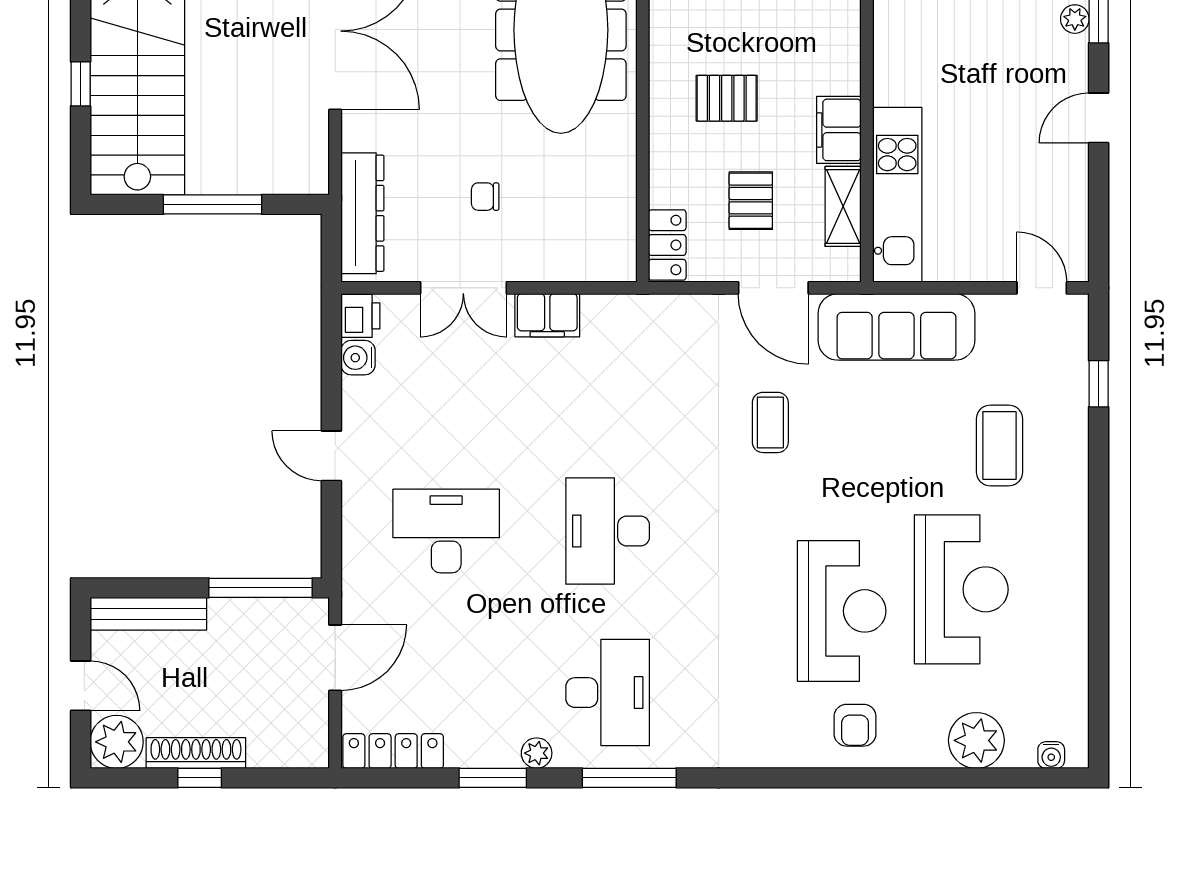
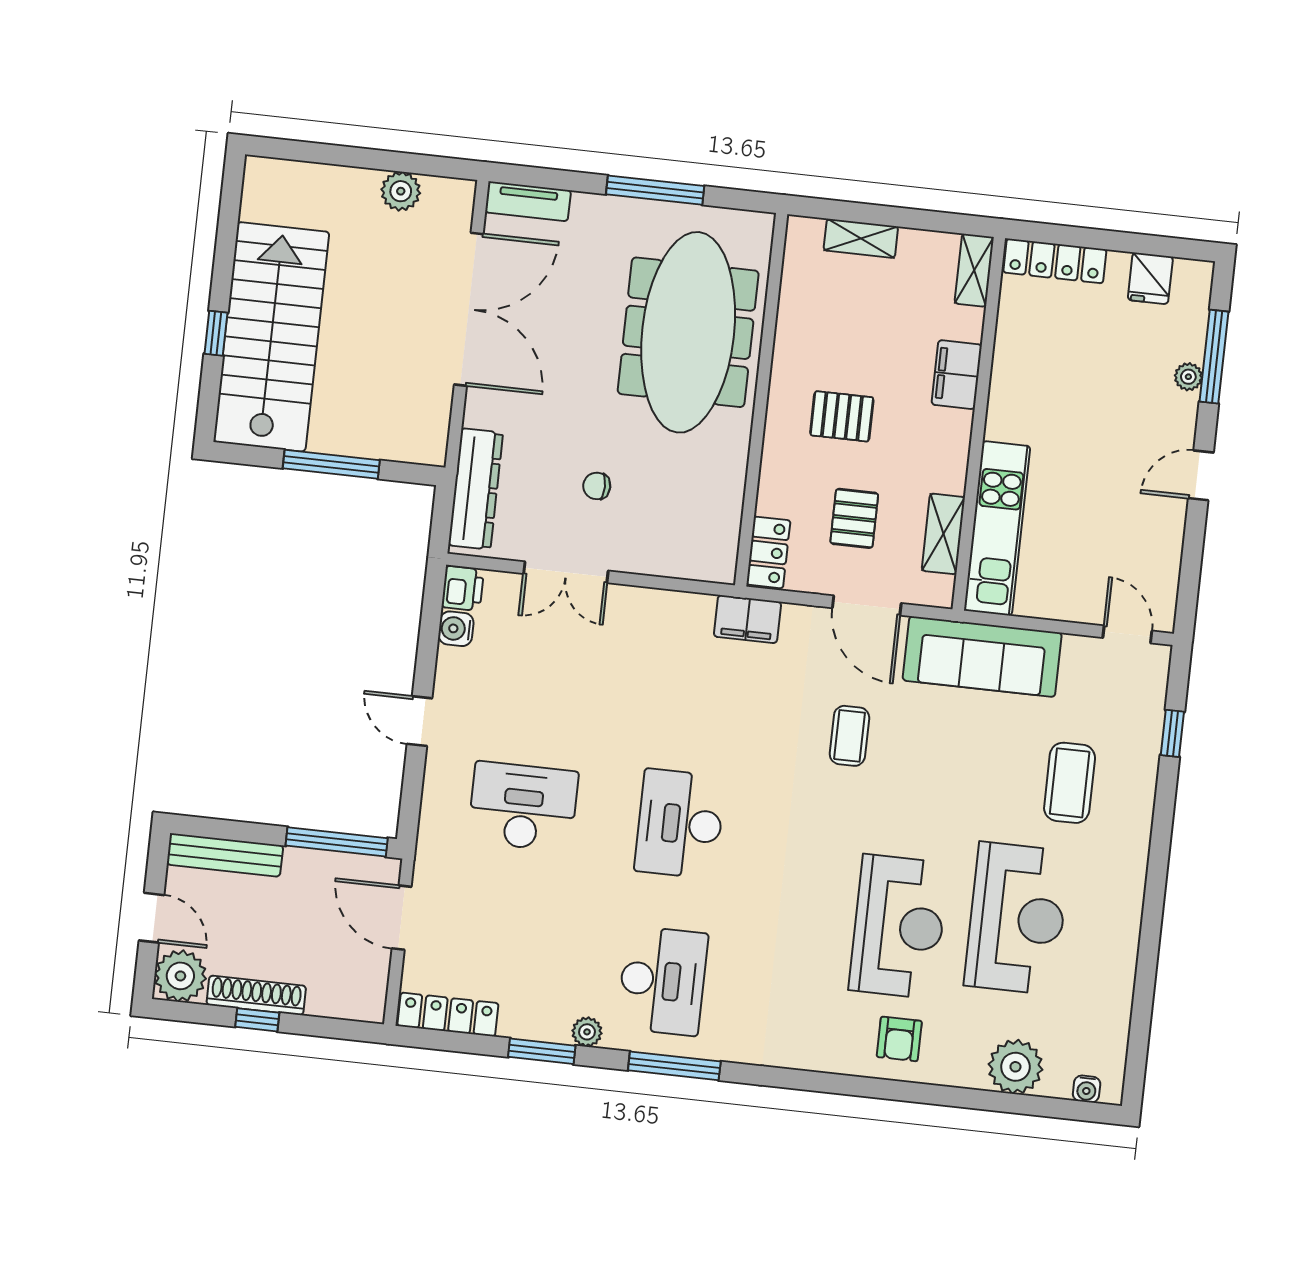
filing cabinet: (839, 130) -> (957, 375), moved
filing cabinet: (547, 315) -> (747, 619), moved
door: (335, 658) -> (402, 918), swing flipped

